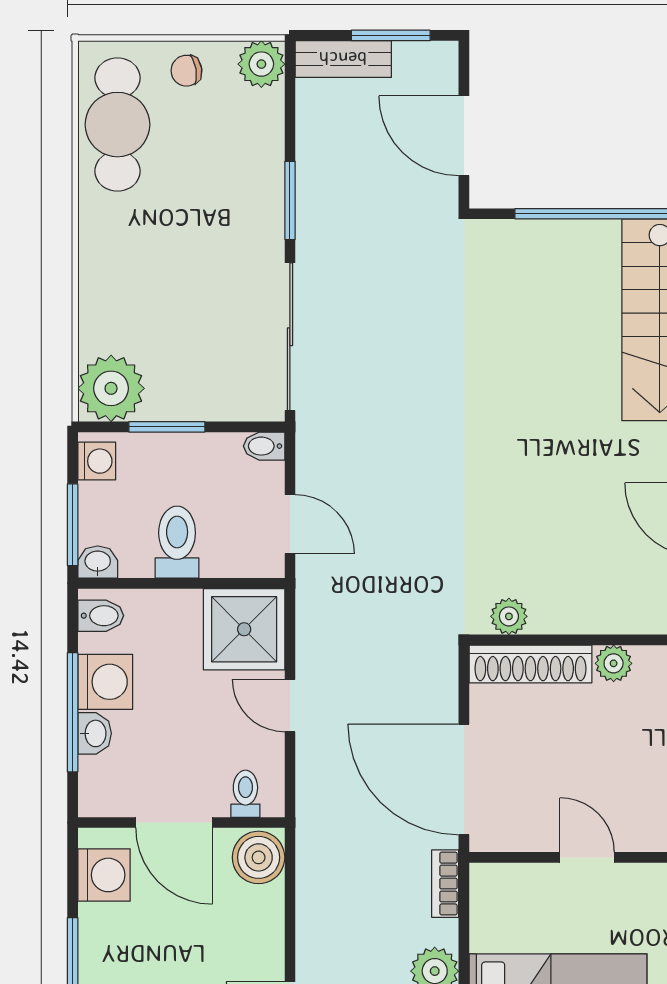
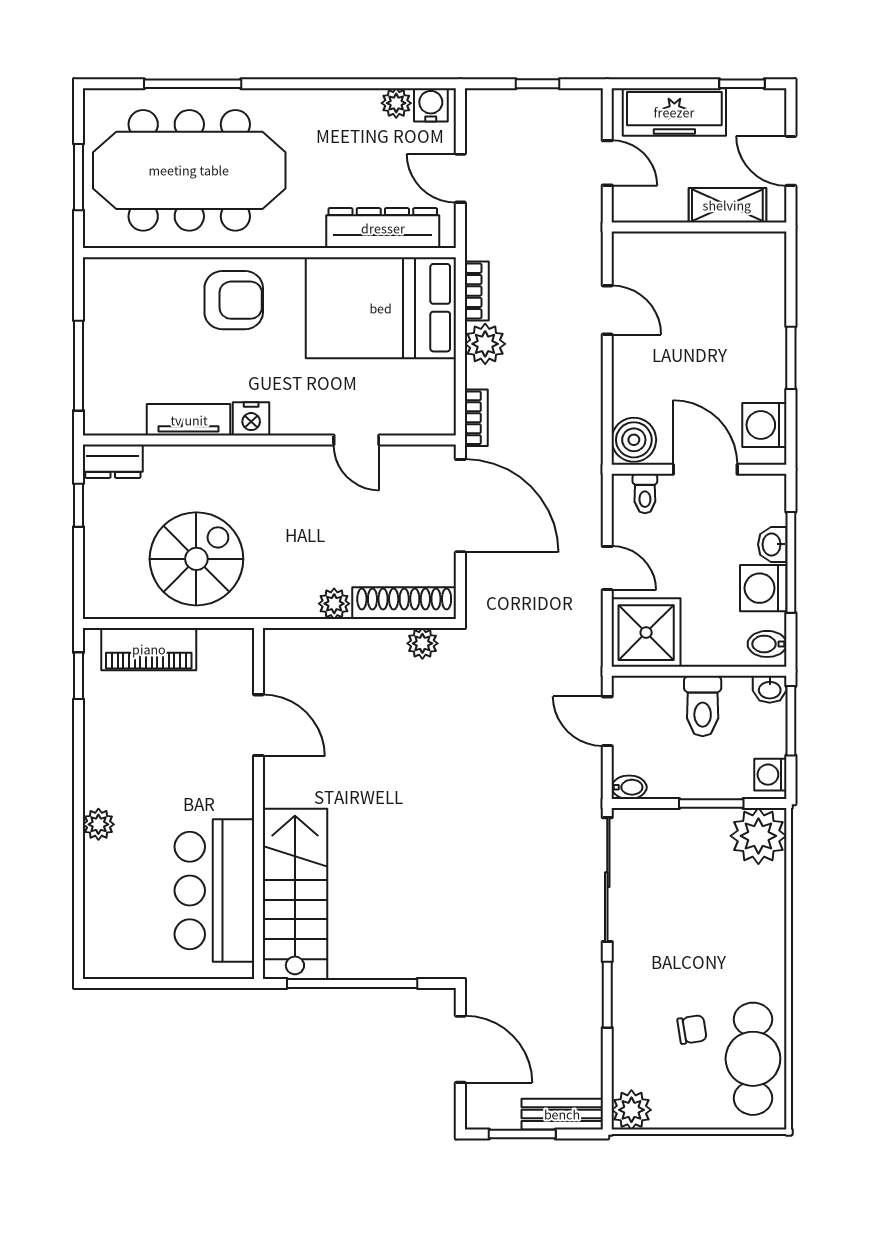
chair: (186, 71) -> (692, 1030), moved

